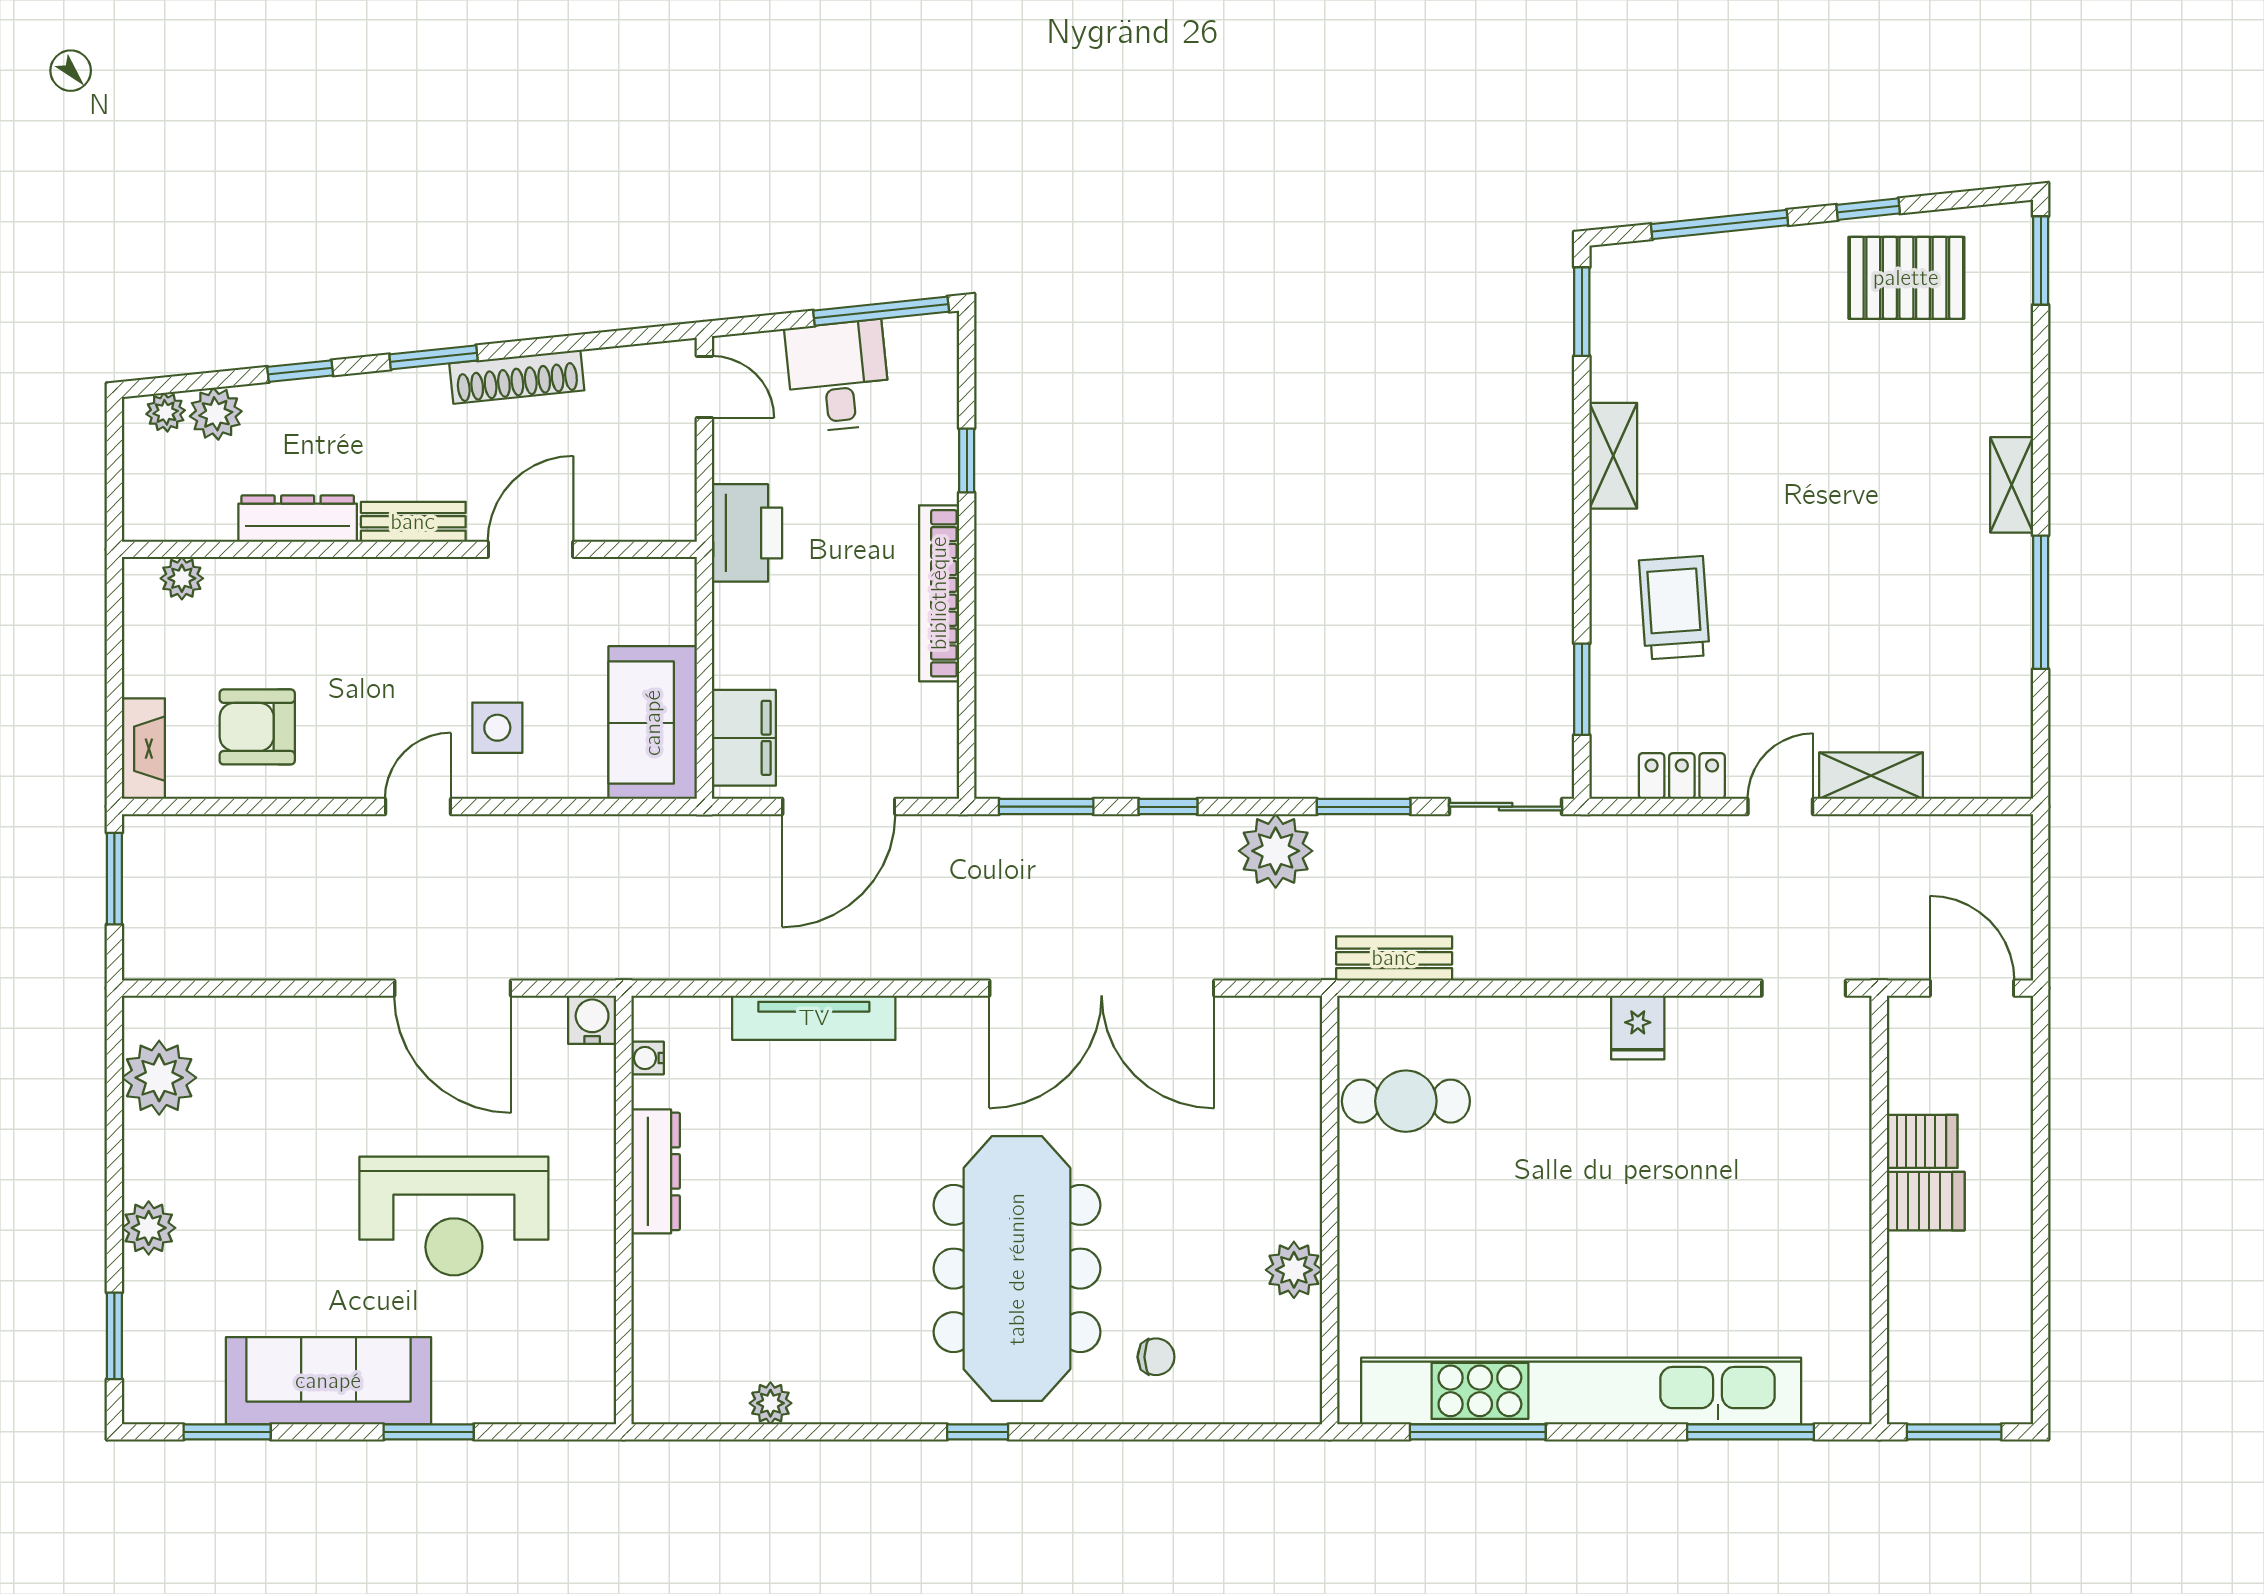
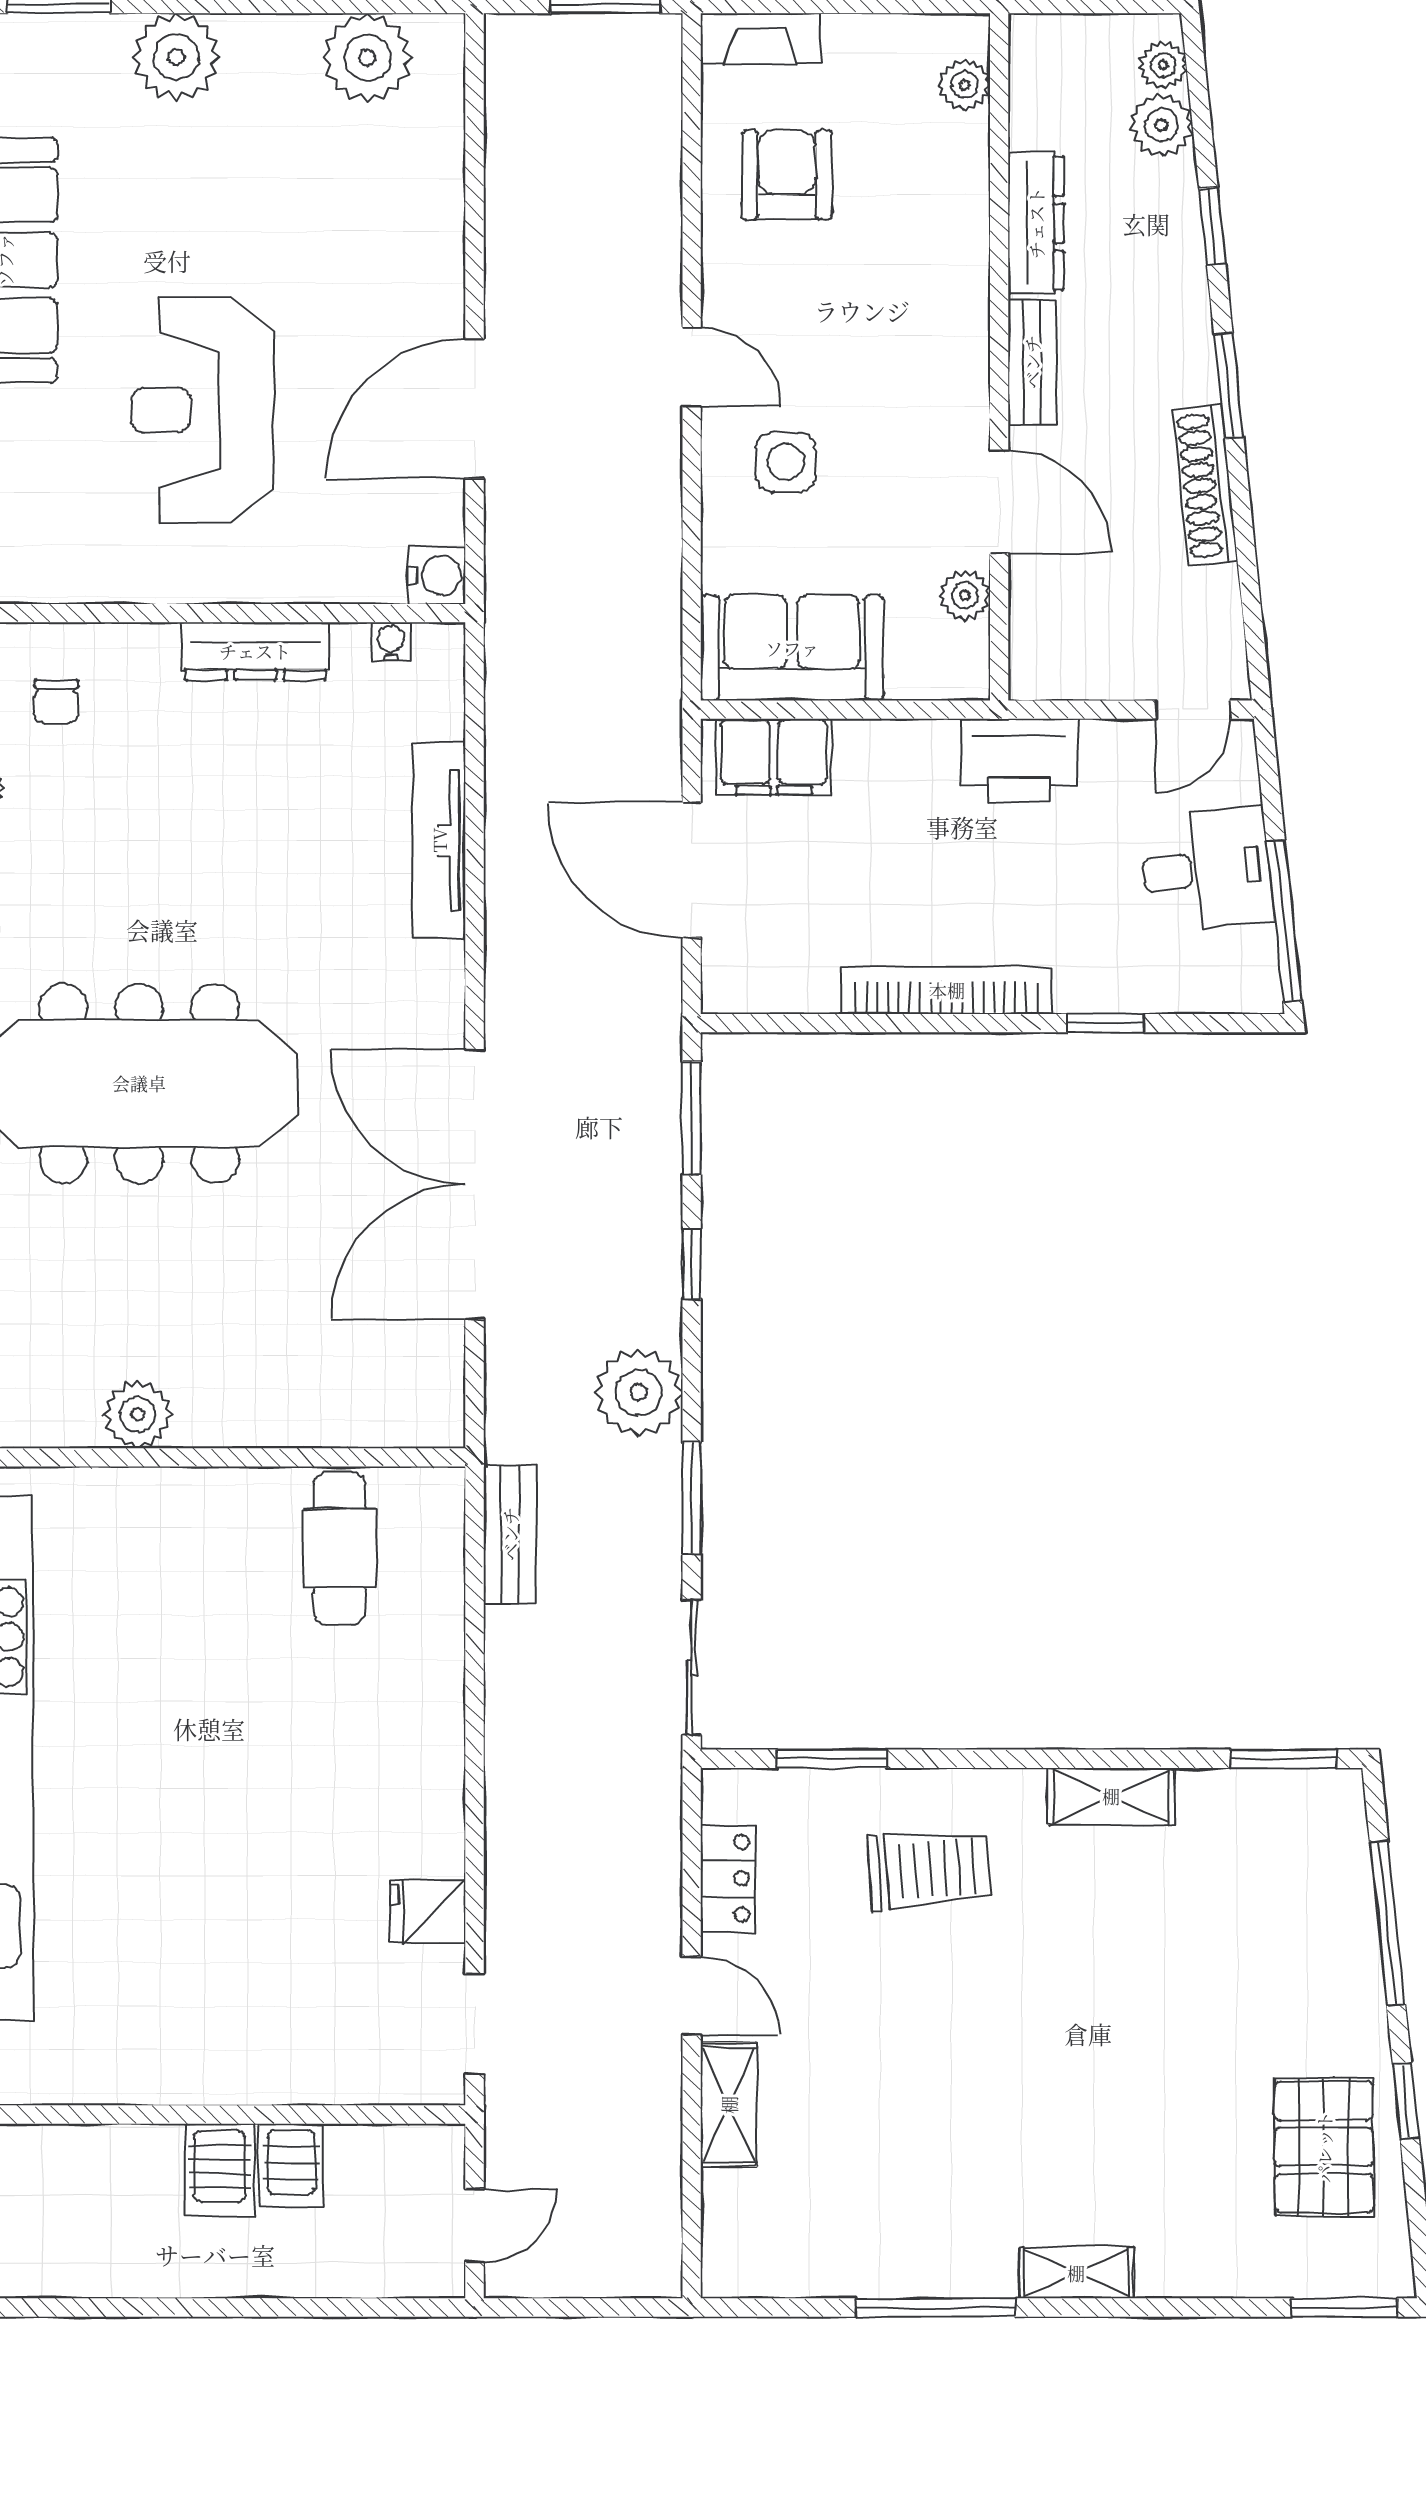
plant: (609, 578) -> (965, 596), added
door: (1972, 988) -> (475, 2225), width x0.73
fridge: (1638, 1027) -> (427, 1912), moved
plant: (149, 1228) -> (176, 57), width x1.36, depth x1.36
chair: (1156, 1357) -> (56, 701), moved

